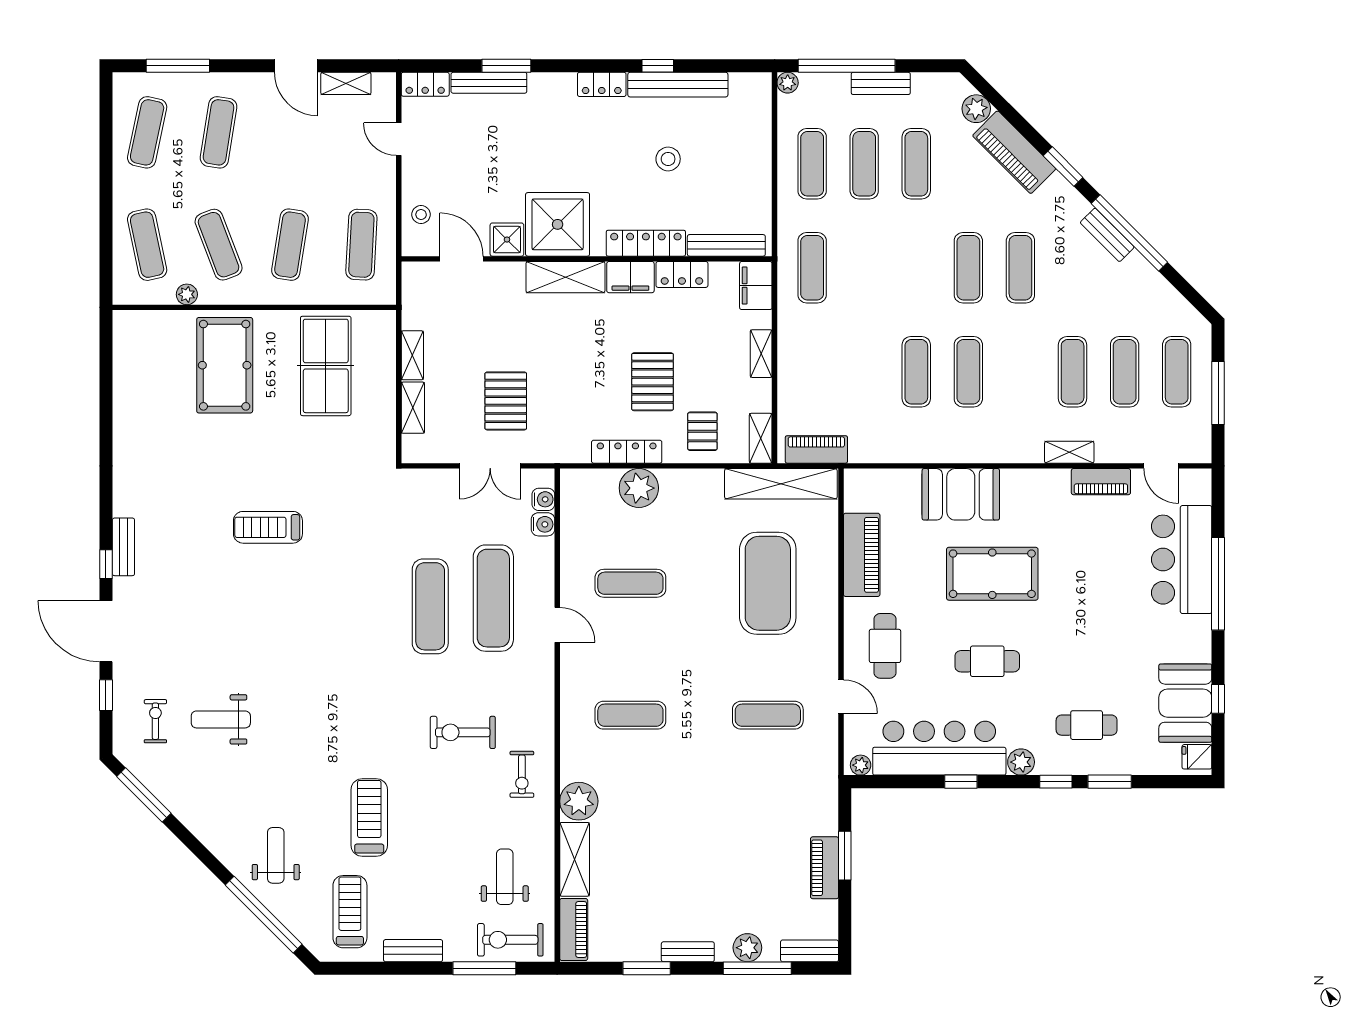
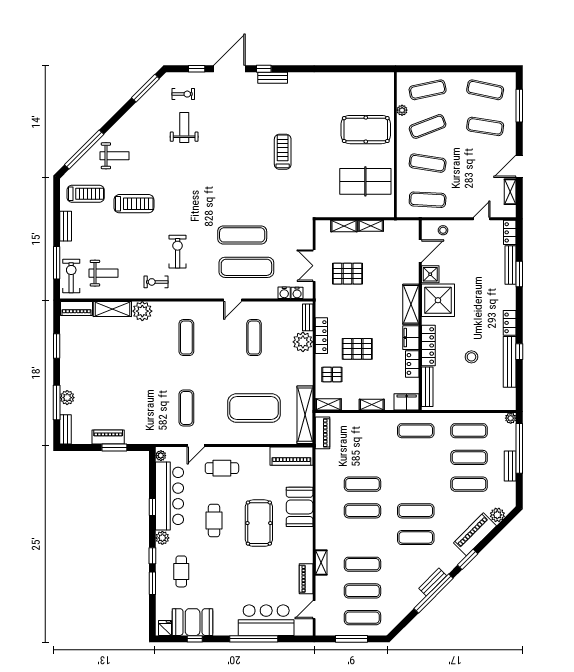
piano: (862, 555) -> (291, 456), moved
bench: (688, 952) -> (308, 317), moved

